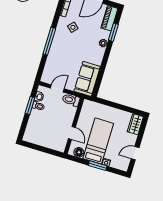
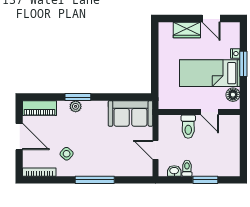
window: (113, 32) -> (78, 97), moved
toilet: (71, 100) -> (188, 127), moved
window: (30, 105) -> (205, 180), moved
wardrobe: (135, 124) -> (187, 30), moved
door: (72, 133) -> (210, 112), swing flipped

